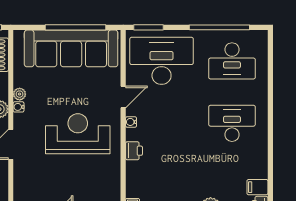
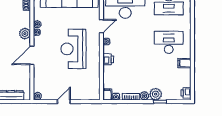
reception desk: (78, 134) -> (73, 49), turned -90
filing cabinet: (257, 187) -> (184, 63), moved

